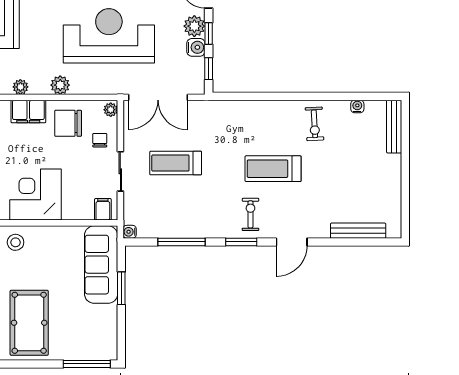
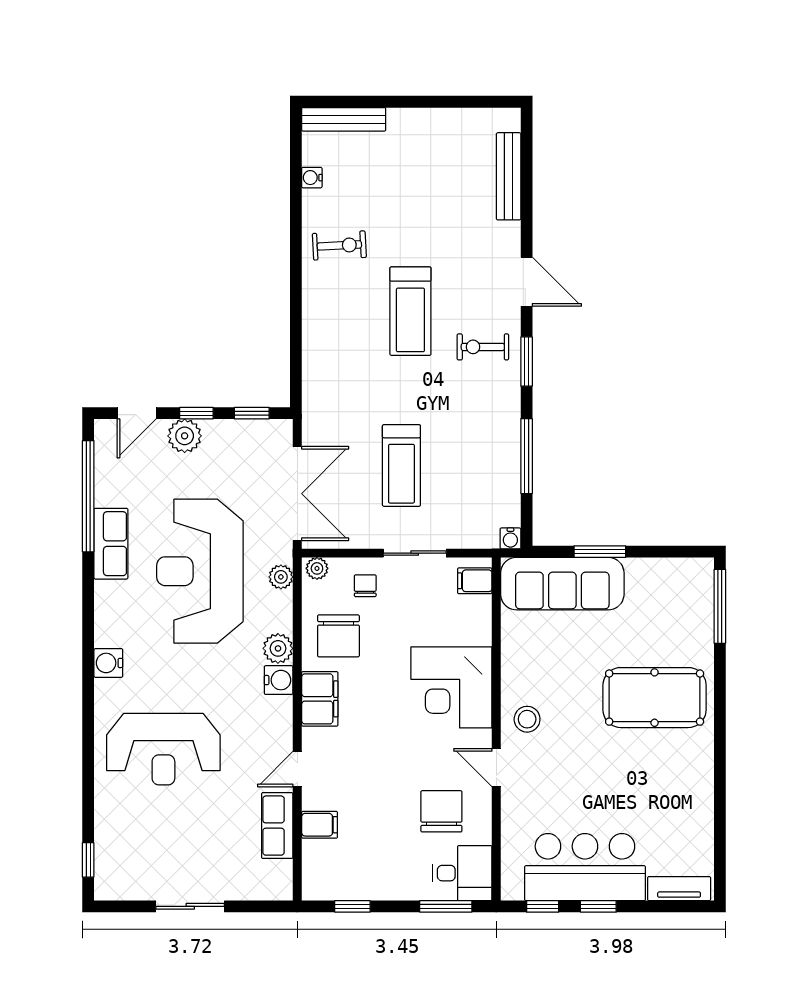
water cooler: (196, 47) -> (279, 680), moved, turned 90
plant: (20, 87) -> (281, 577), moved
chair: (100, 140) -> (365, 586), turned 90

